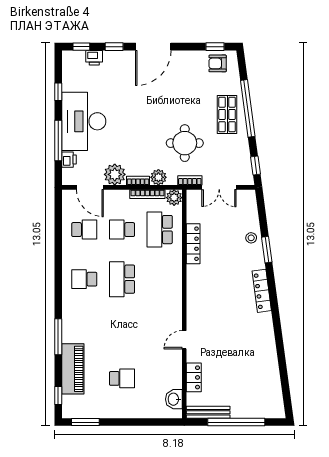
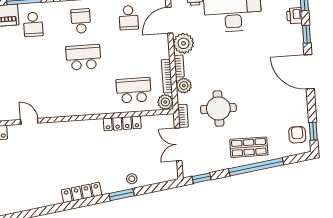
school desk: (122, 230) -> (33, 24), moved, turned 180

